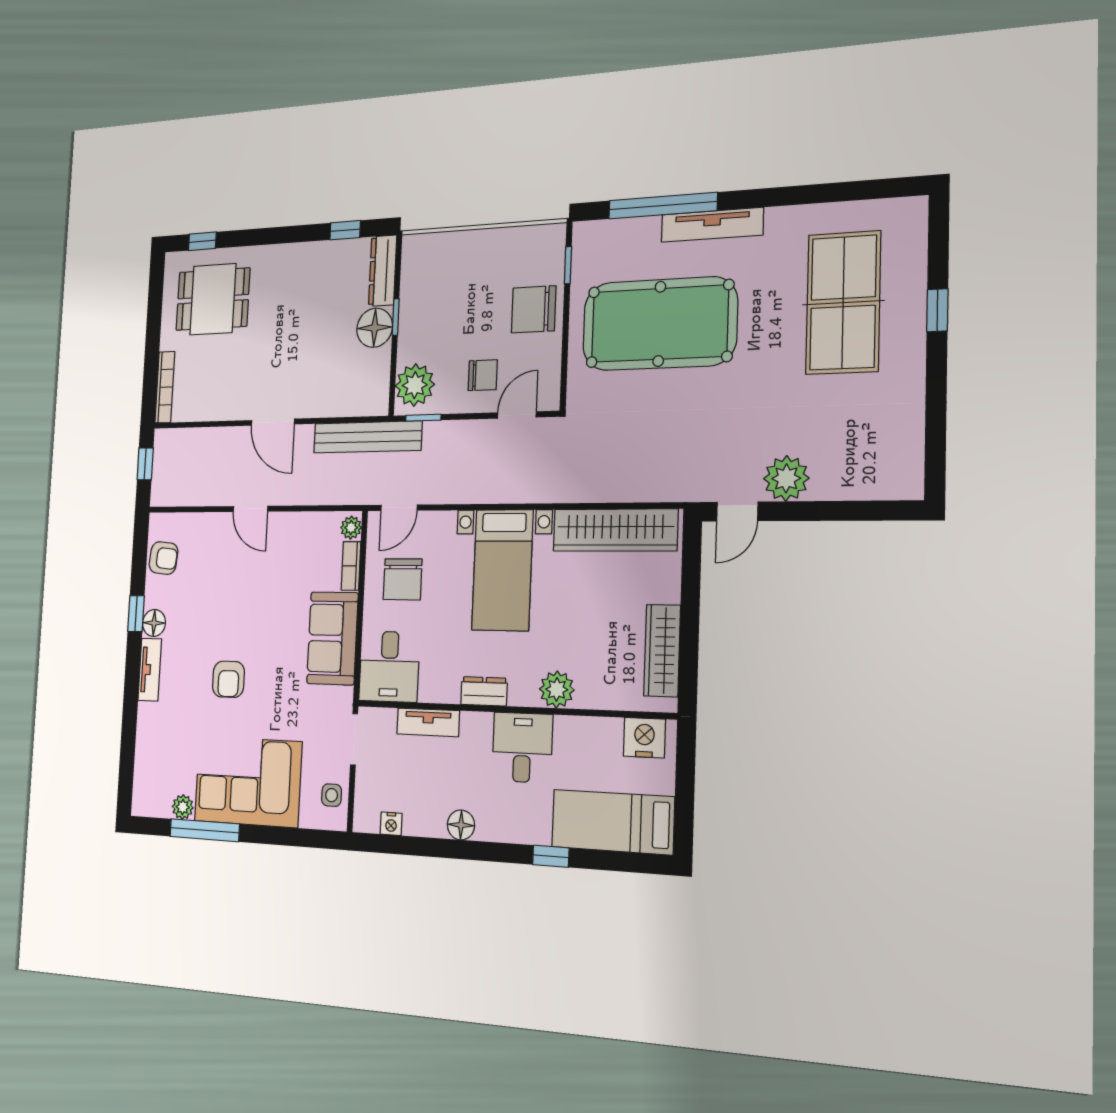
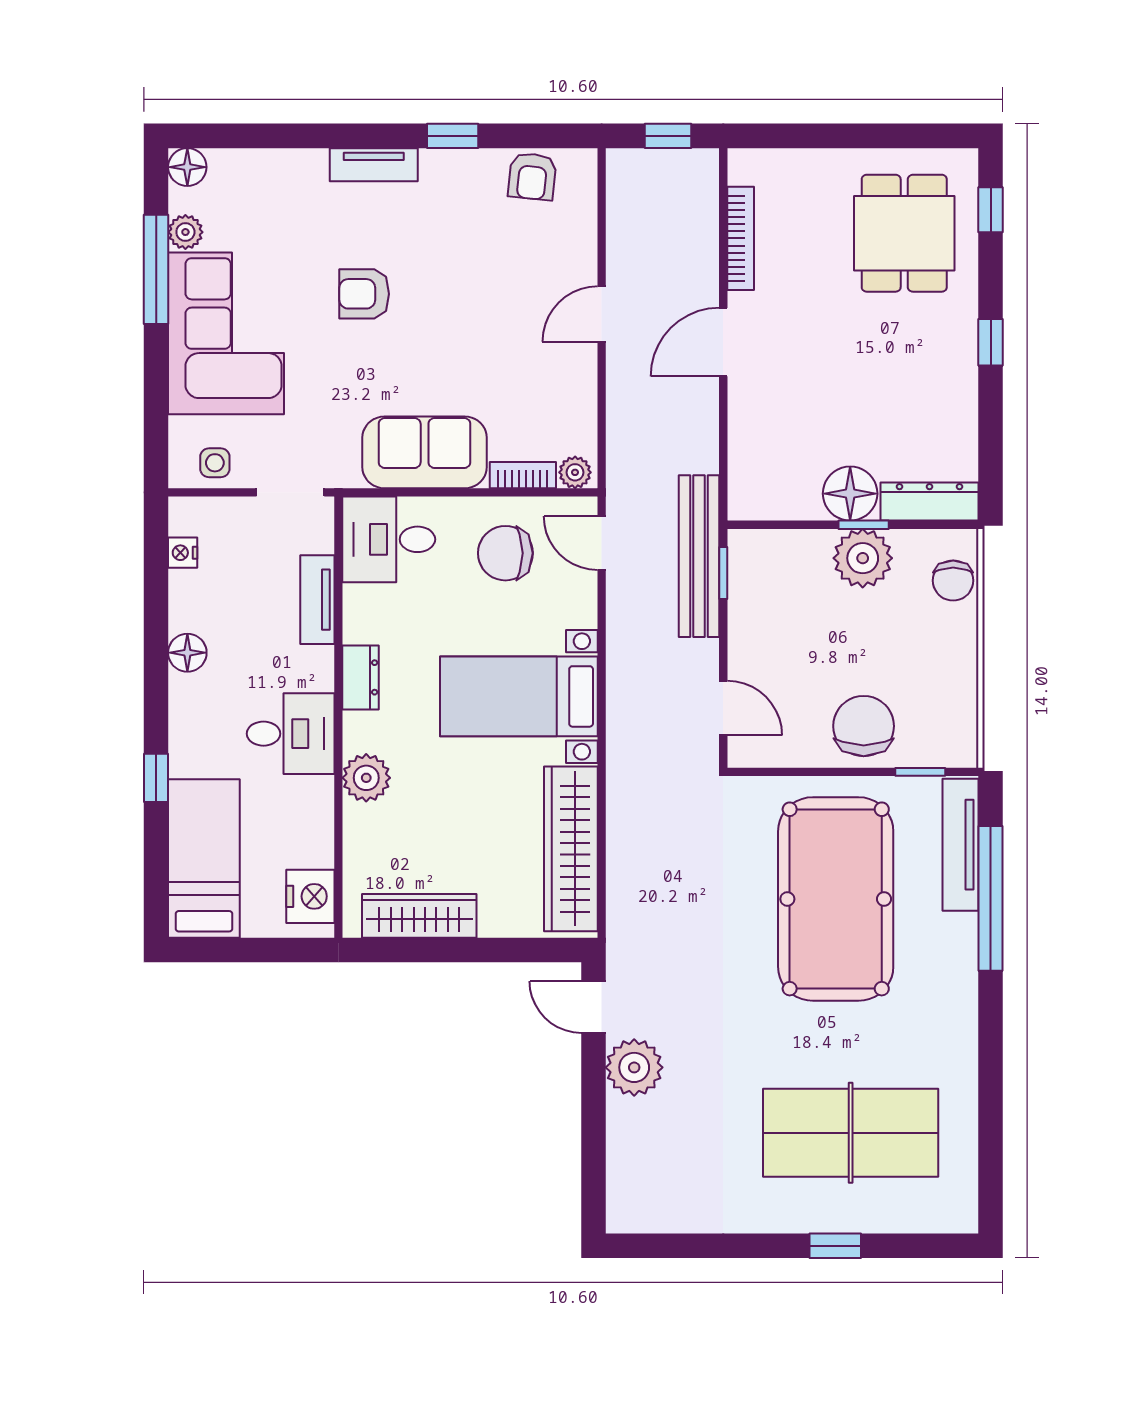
tv unit: (712, 225) -> (960, 845), moved
window: (345, 230) -> (991, 342), moved
chair: (483, 375) -> (953, 581), moved
plant: (415, 385) -> (863, 558), moved
bookcase: (165, 387) -> (741, 238), moved, turned -90
bench: (367, 437) -> (699, 556), moved
floor lamp: (154, 623) -> (187, 167), moved

